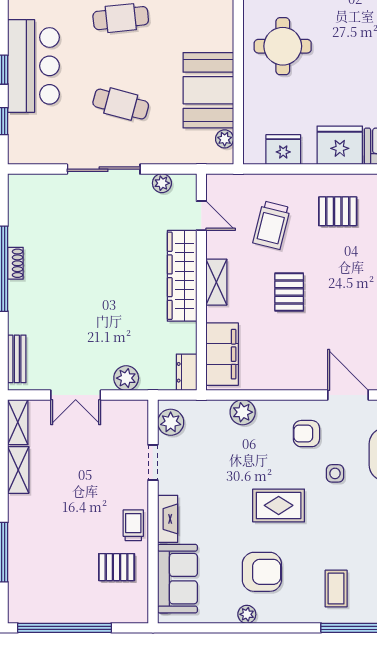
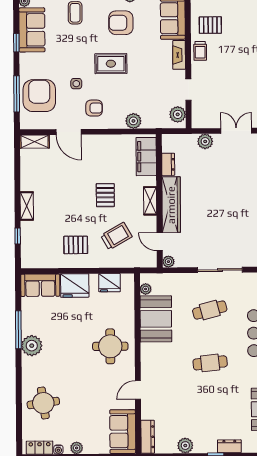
cafe table: (121, 104) -> (210, 310), turned -30
plant: (162, 183) -> (168, 262), moved
trolley: (272, 225) -> (116, 236), turned 46
dresser: (187, 372) -> (168, 164), moved

